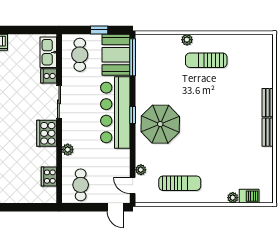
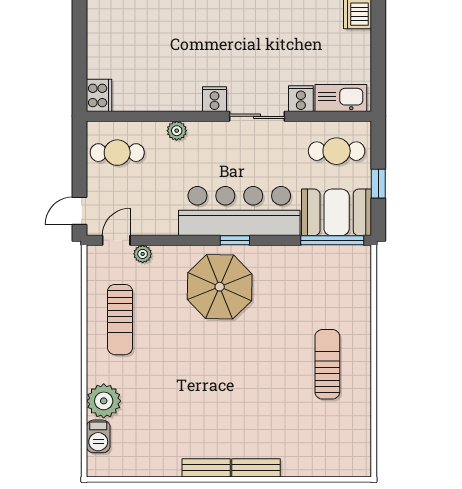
plant: (187, 40) -> (362, 332), removed
cooker: (47, 133) -> (215, 99), width x0.53, depth x0.76
cooker: (49, 177) -> (99, 95), moved, turned 90
plant: (233, 198) -> (104, 401), width x1.88, depth x1.88

